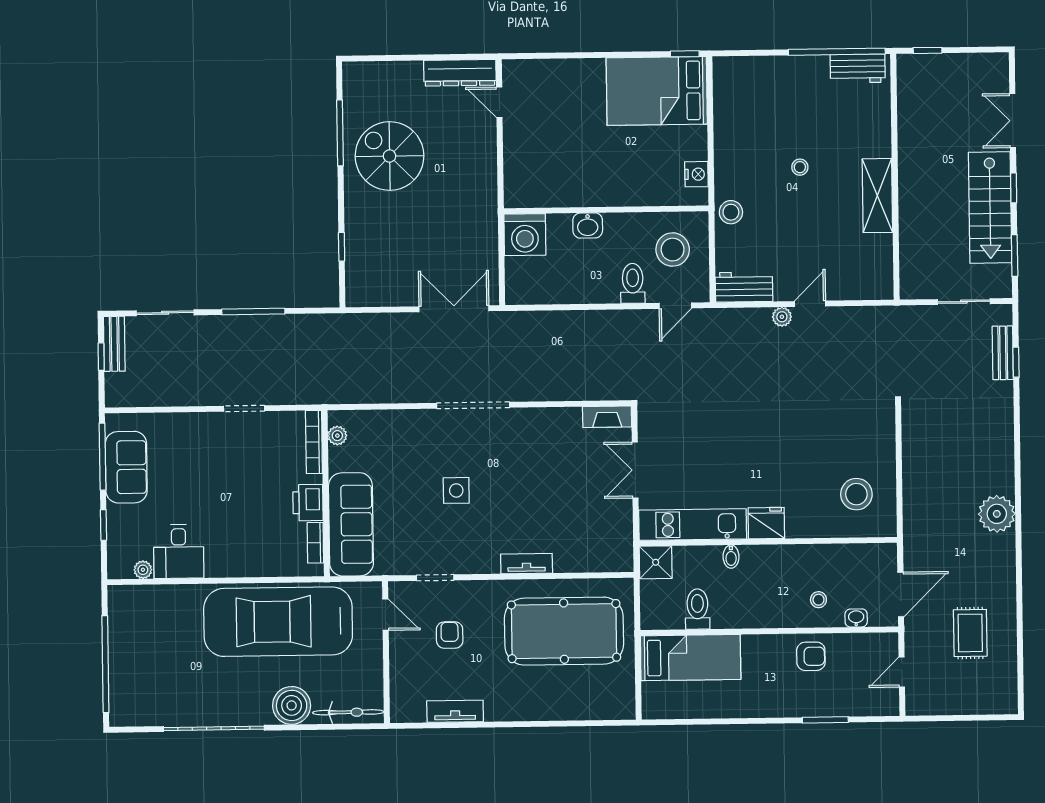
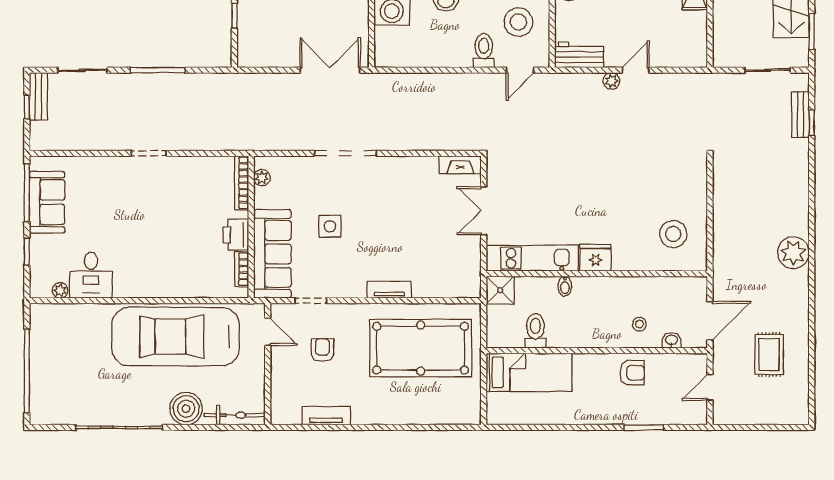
plant: (337, 436) -> (262, 178), moved
bookcase: (314, 442) -> (242, 183), moved
wall: (326, 493) -> (251, 227), moved
printer: (308, 503) -> (236, 235), moved
sofa: (351, 524) -> (272, 254), moved
bookcase: (315, 543) -> (242, 269), moved

